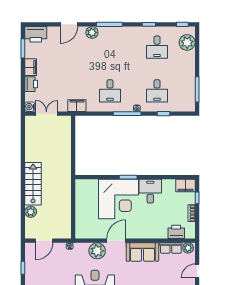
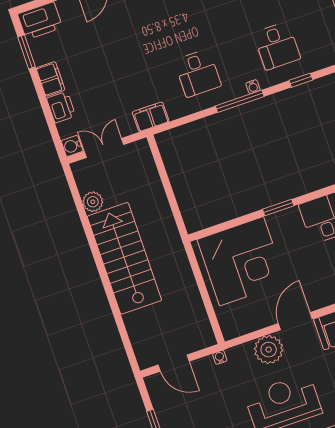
stairs: (33, 184) -> (124, 258), width x1.36, depth x1.51
corner desk: (119, 199) -> (242, 261), moved
plant: (31, 212) -> (93, 202), moved
door: (44, 241) -> (174, 363), hinge flipped

